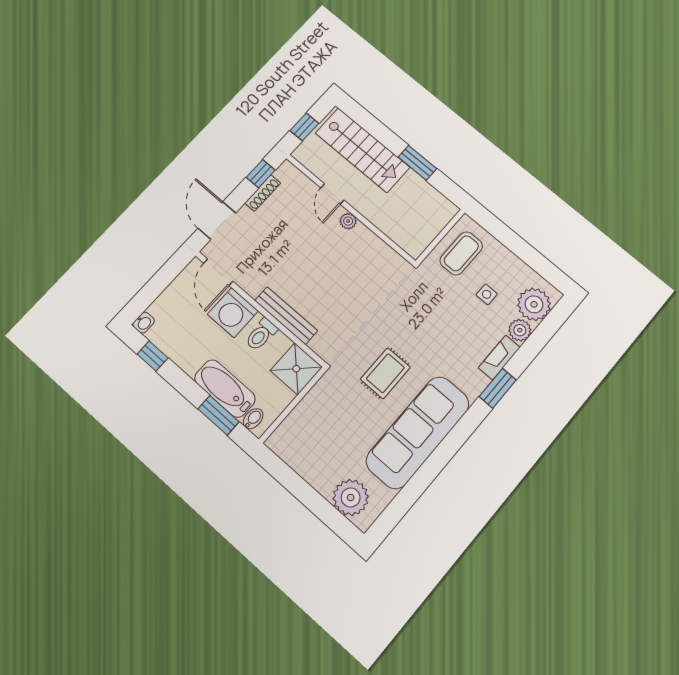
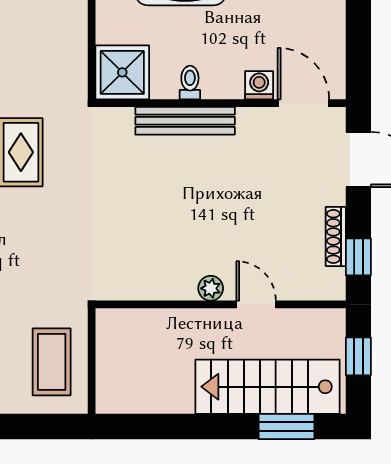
window: (417, 163) -> (287, 427), moved
washing machine: (233, 313) -> (259, 85), width x0.53, depth x0.53
toilet: (261, 334) -> (190, 83), width x0.73, depth x0.72

